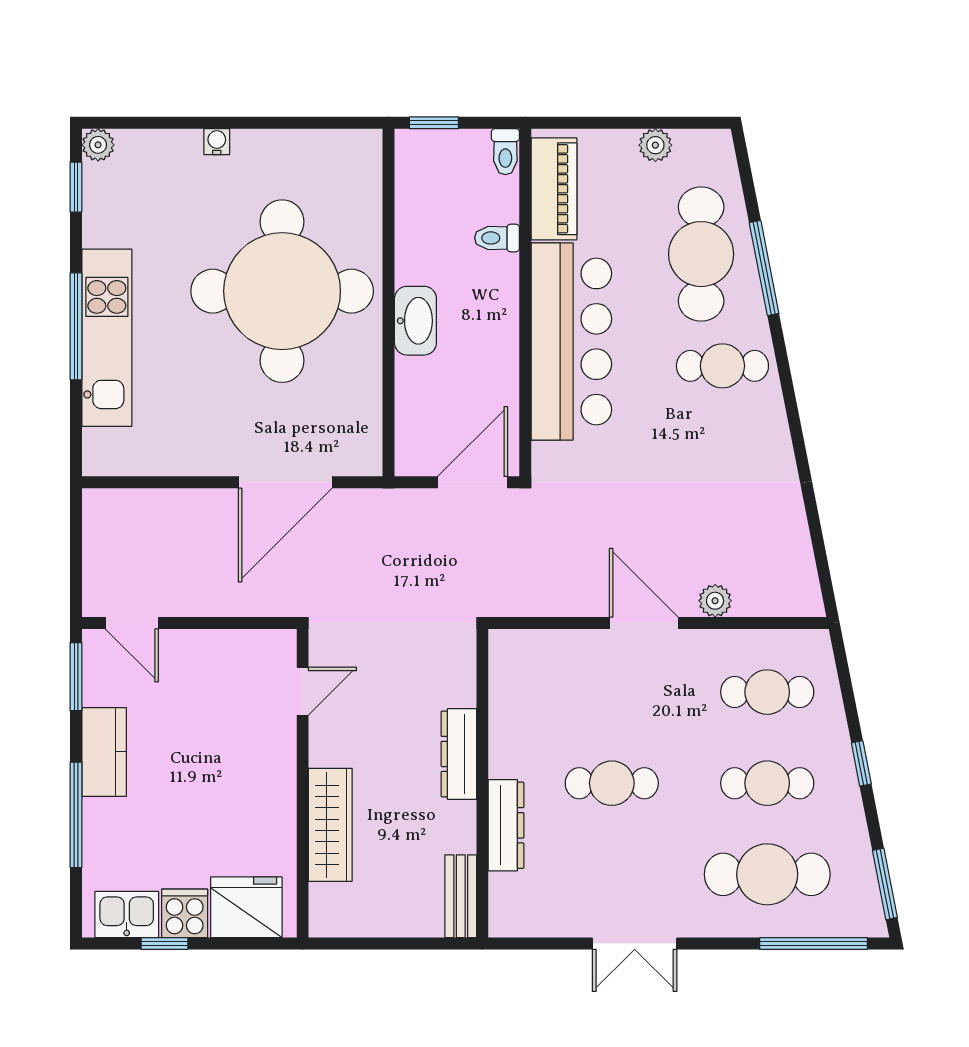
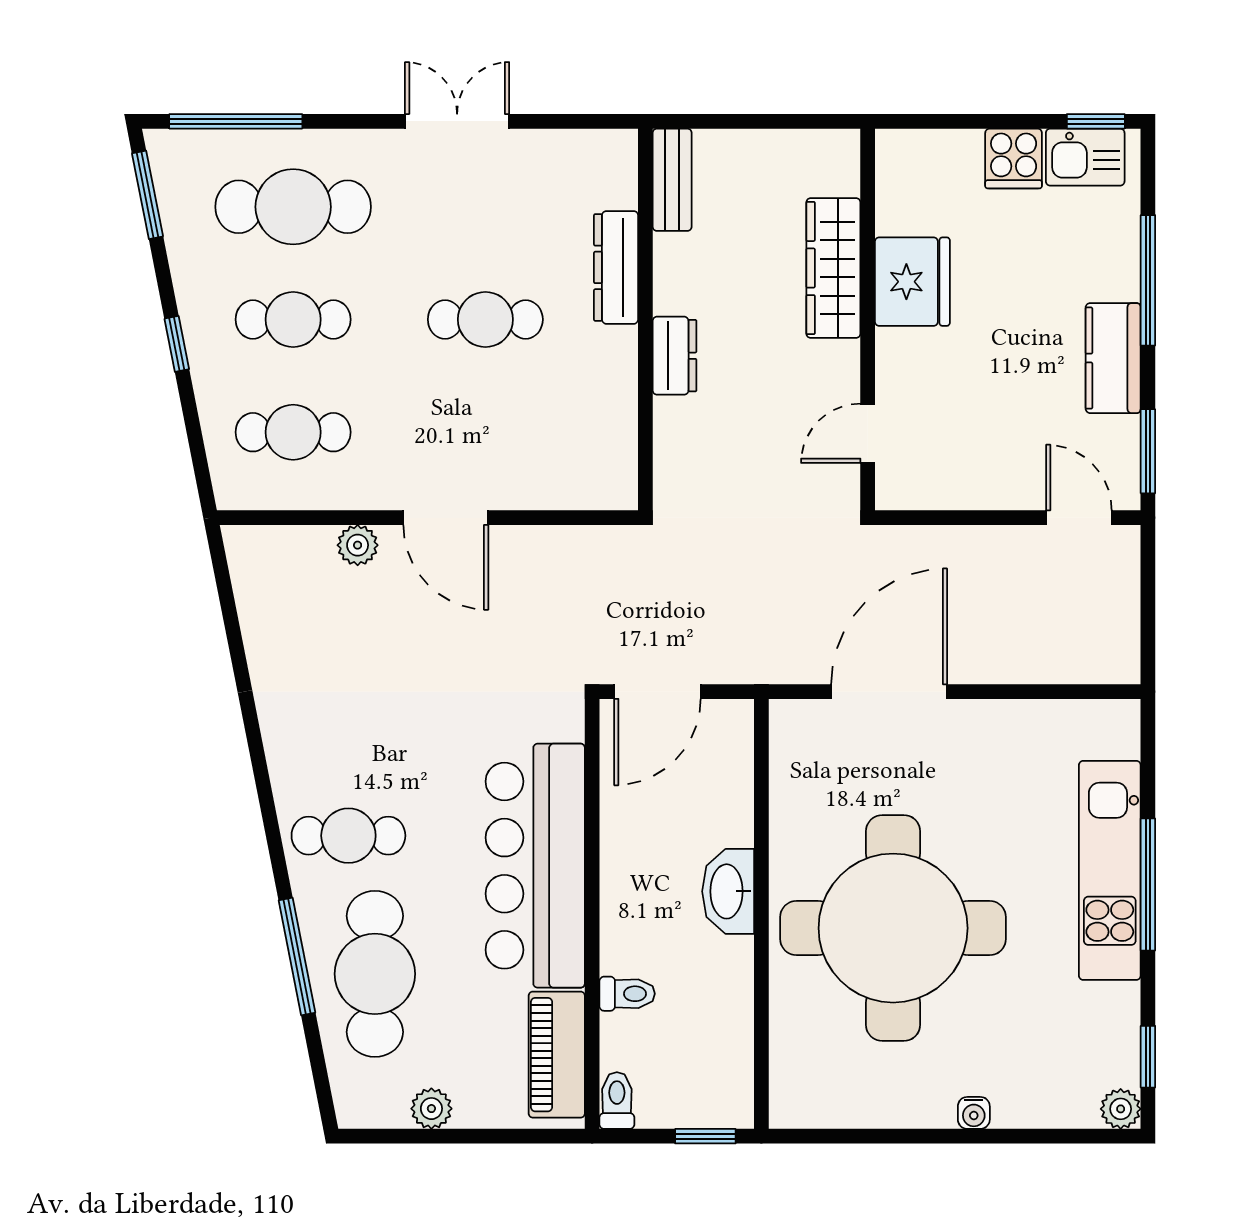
dresser: (459, 754) -> (675, 356), width x0.70
fridge: (246, 907) -> (912, 282), moved, turned -90
window: (165, 943) -> (1096, 121), moved

